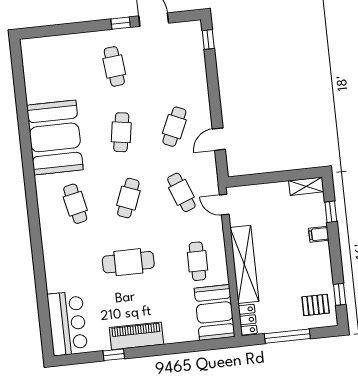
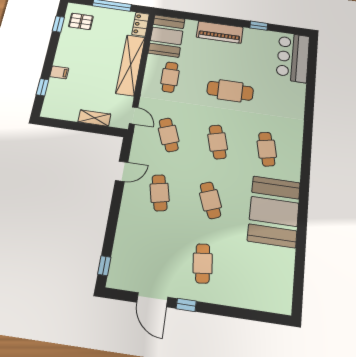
cafe table: (174, 127) -> (160, 193), turned -36
cafe table: (121, 132) -> (210, 200), turned -30
shelving: (306, 186) -> (94, 118), moved
cafe table: (128, 198) -> (218, 142), turned -36
piano: (136, 336) -> (220, 32), moved

